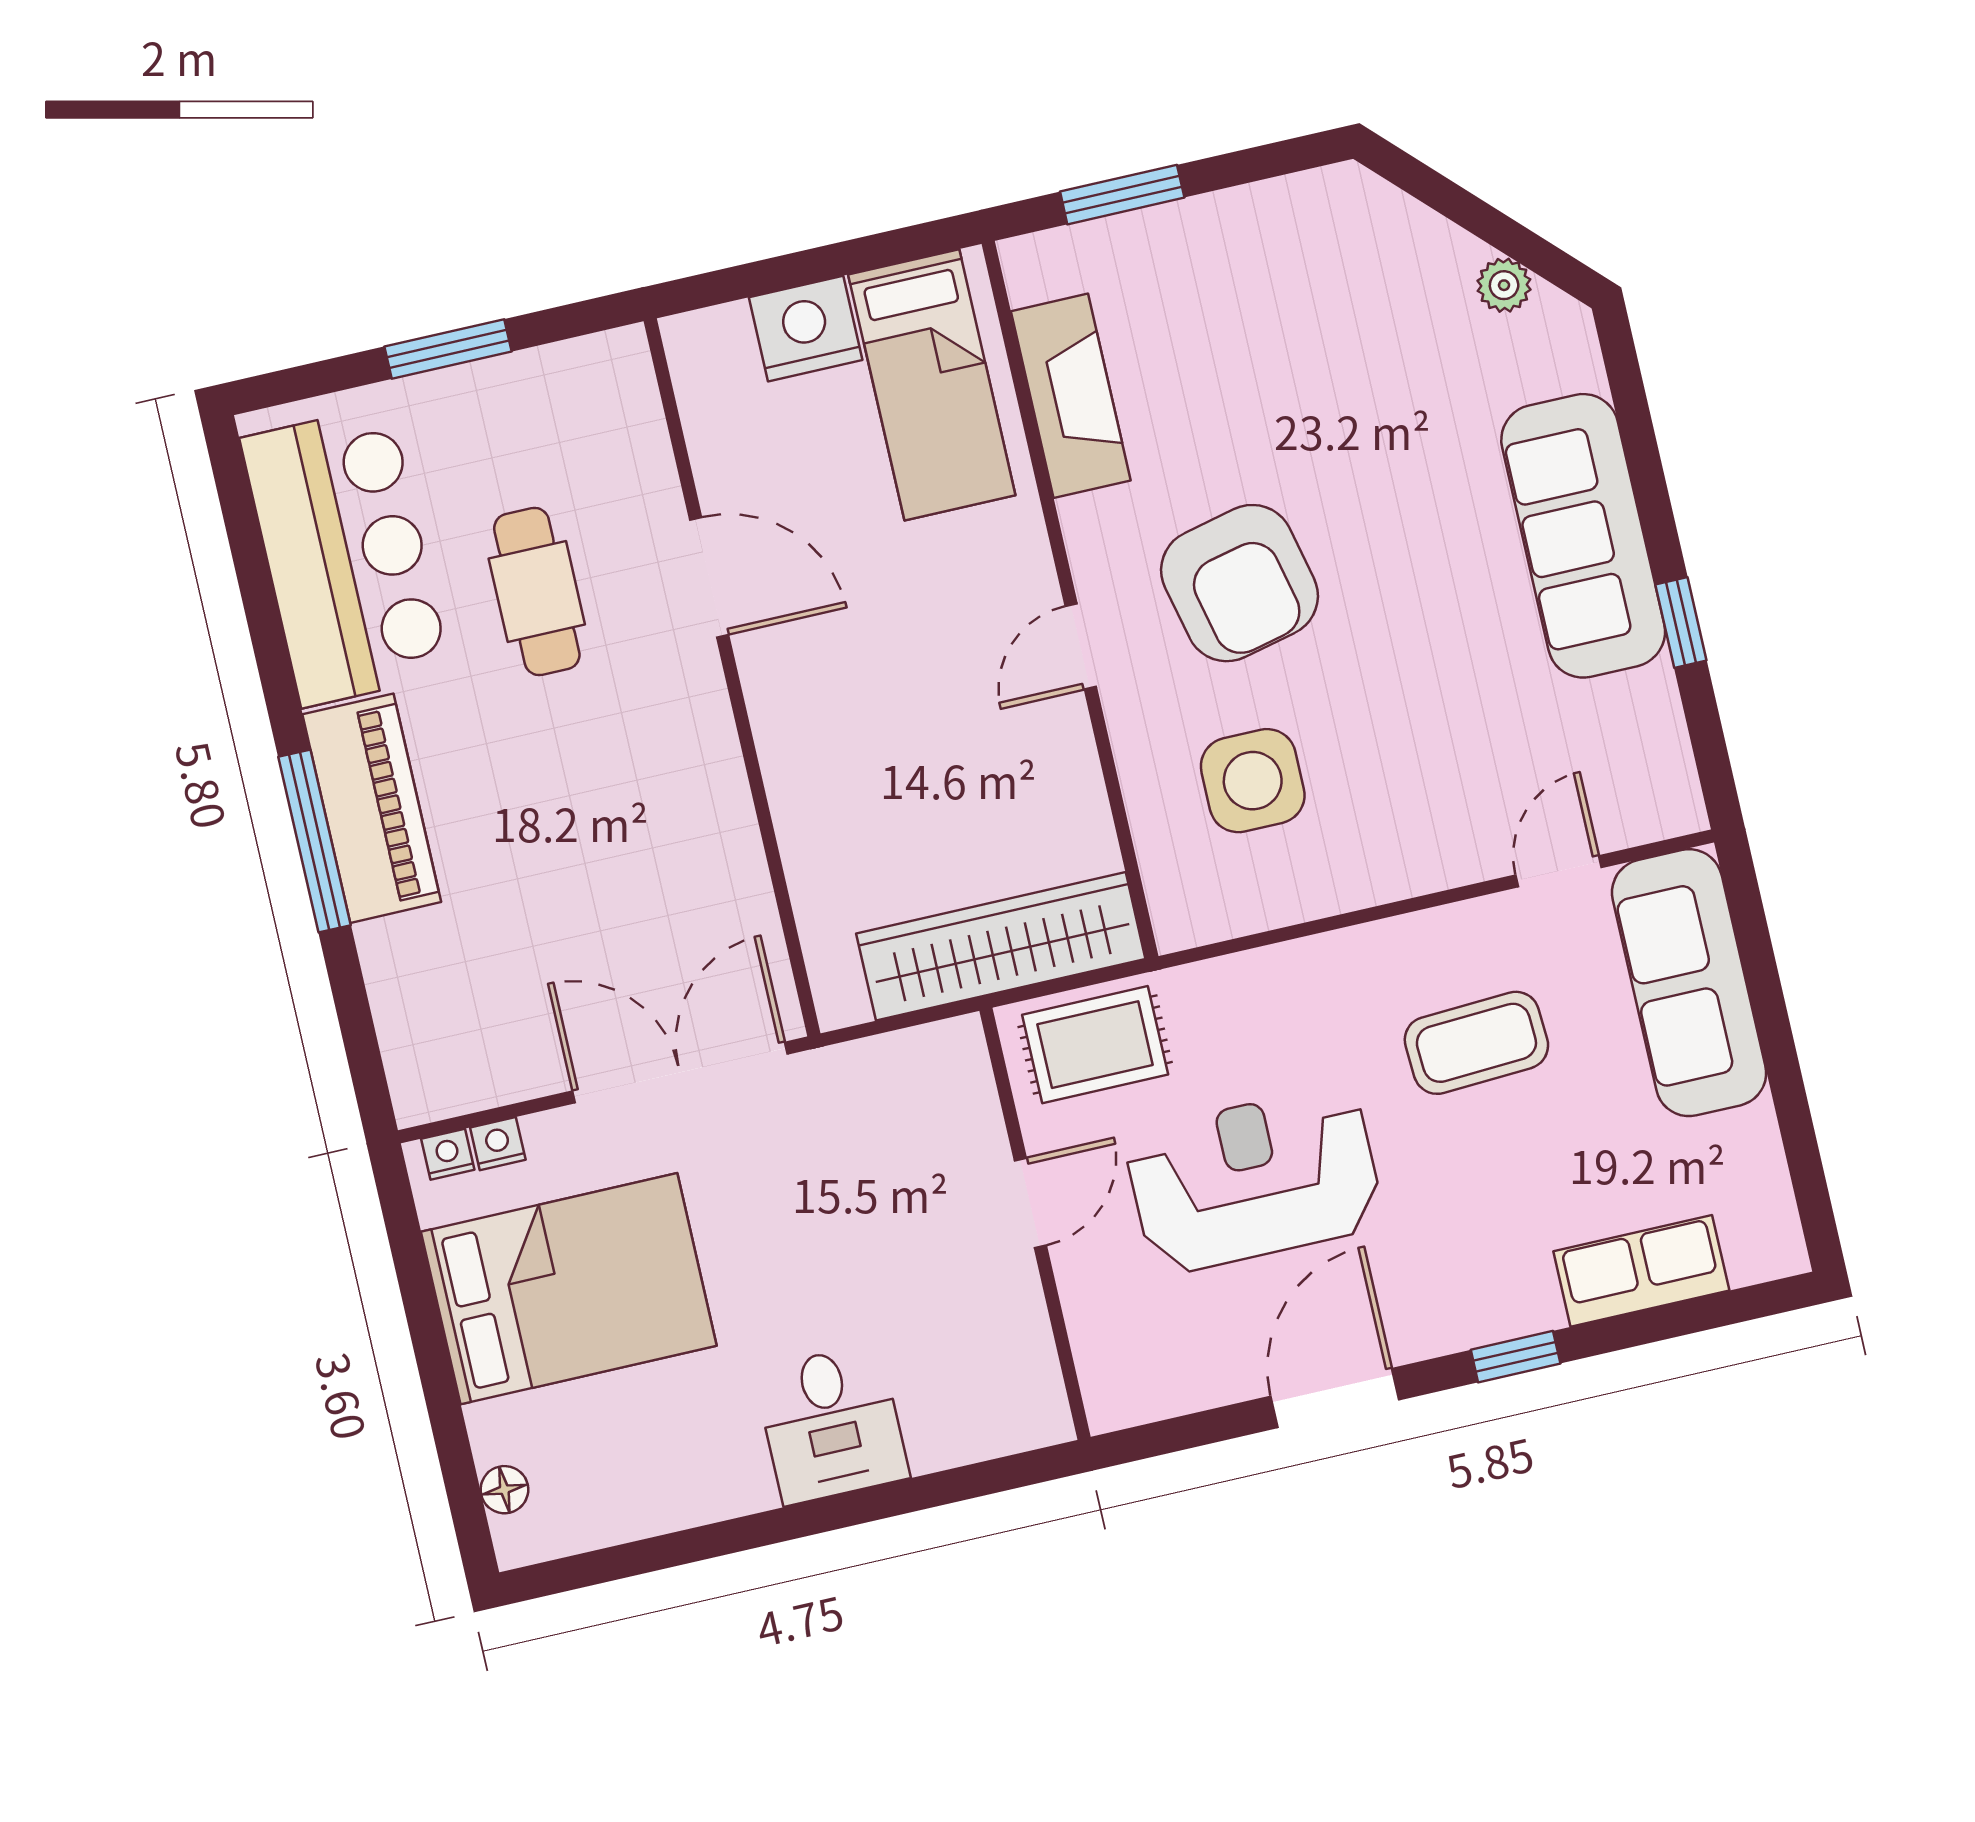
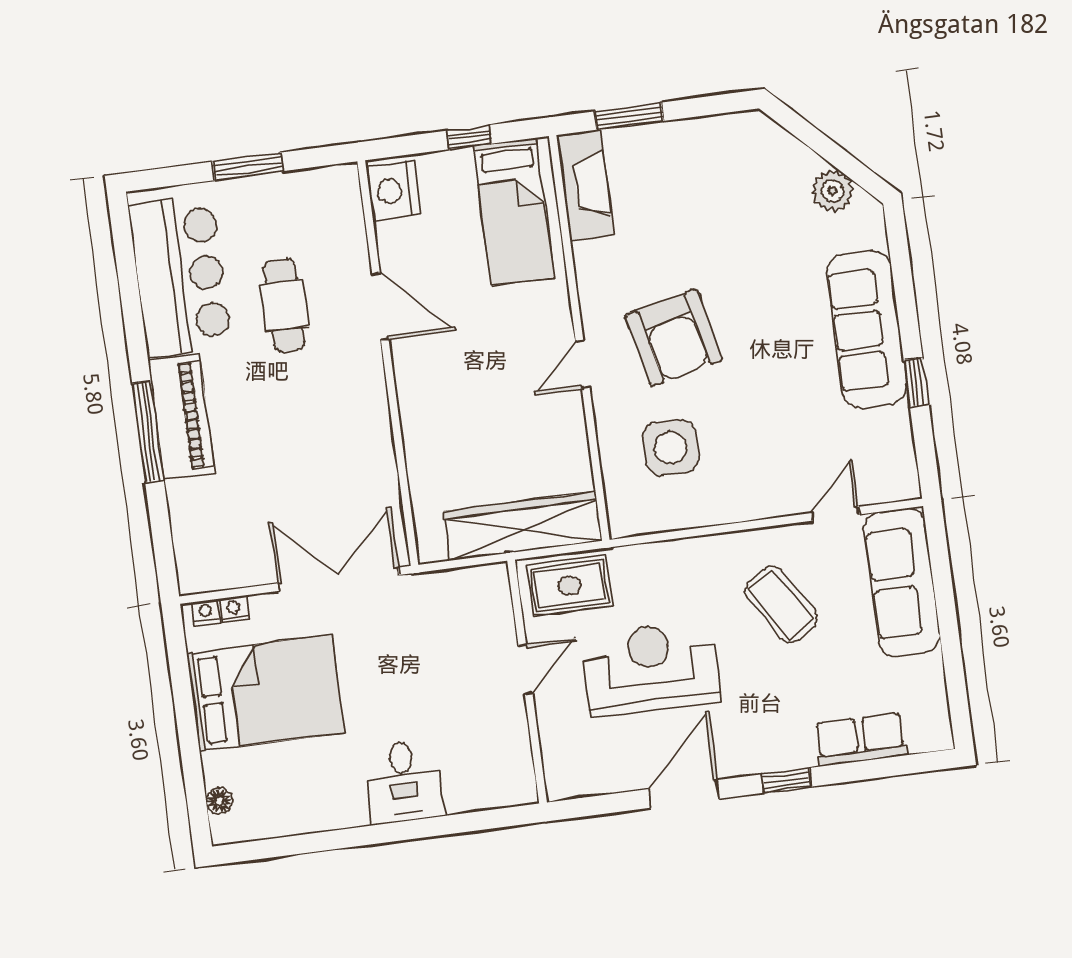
window: (840, 259) -> (469, 137), added
plant: (1504, 285) -> (833, 191), width x1.38, depth x1.38
nightstand: (806, 329) -> (393, 191), moved, turned -90
fireplace: (1071, 396) -> (585, 185), moved
coffee table: (1476, 1043) -> (781, 604), turned 61

